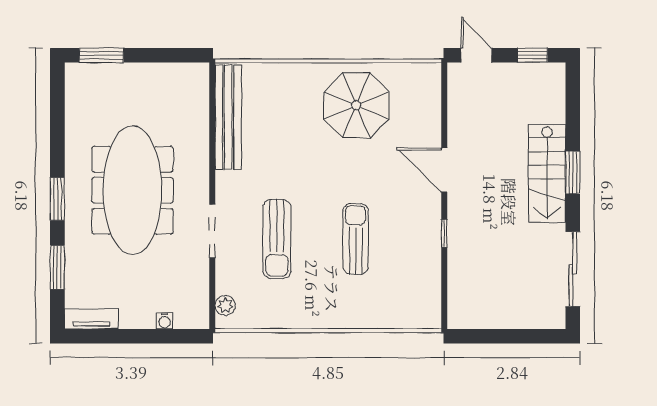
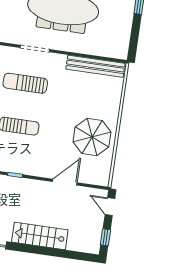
door: (476, 55) -> (110, 207), swing flipped
door: (444, 170) -> (65, 182), moved
window: (573, 173) -> (38, 250), removed

